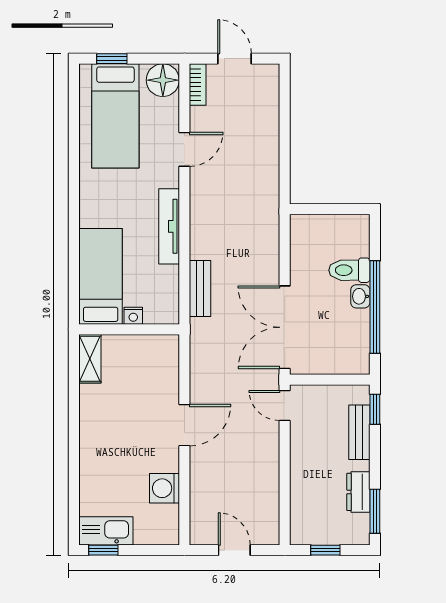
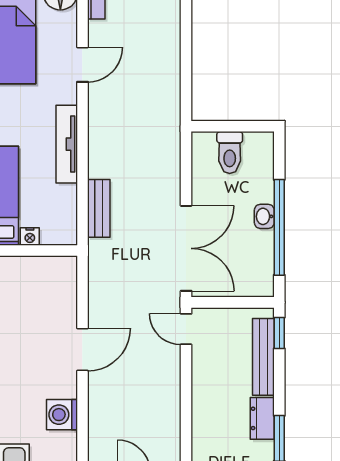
toilet: (349, 270) -> (230, 153), moved, turned -90
double door: (285, 327) -> (186, 248), swing flipped
bench: (359, 432) -> (263, 357), width x1.36

